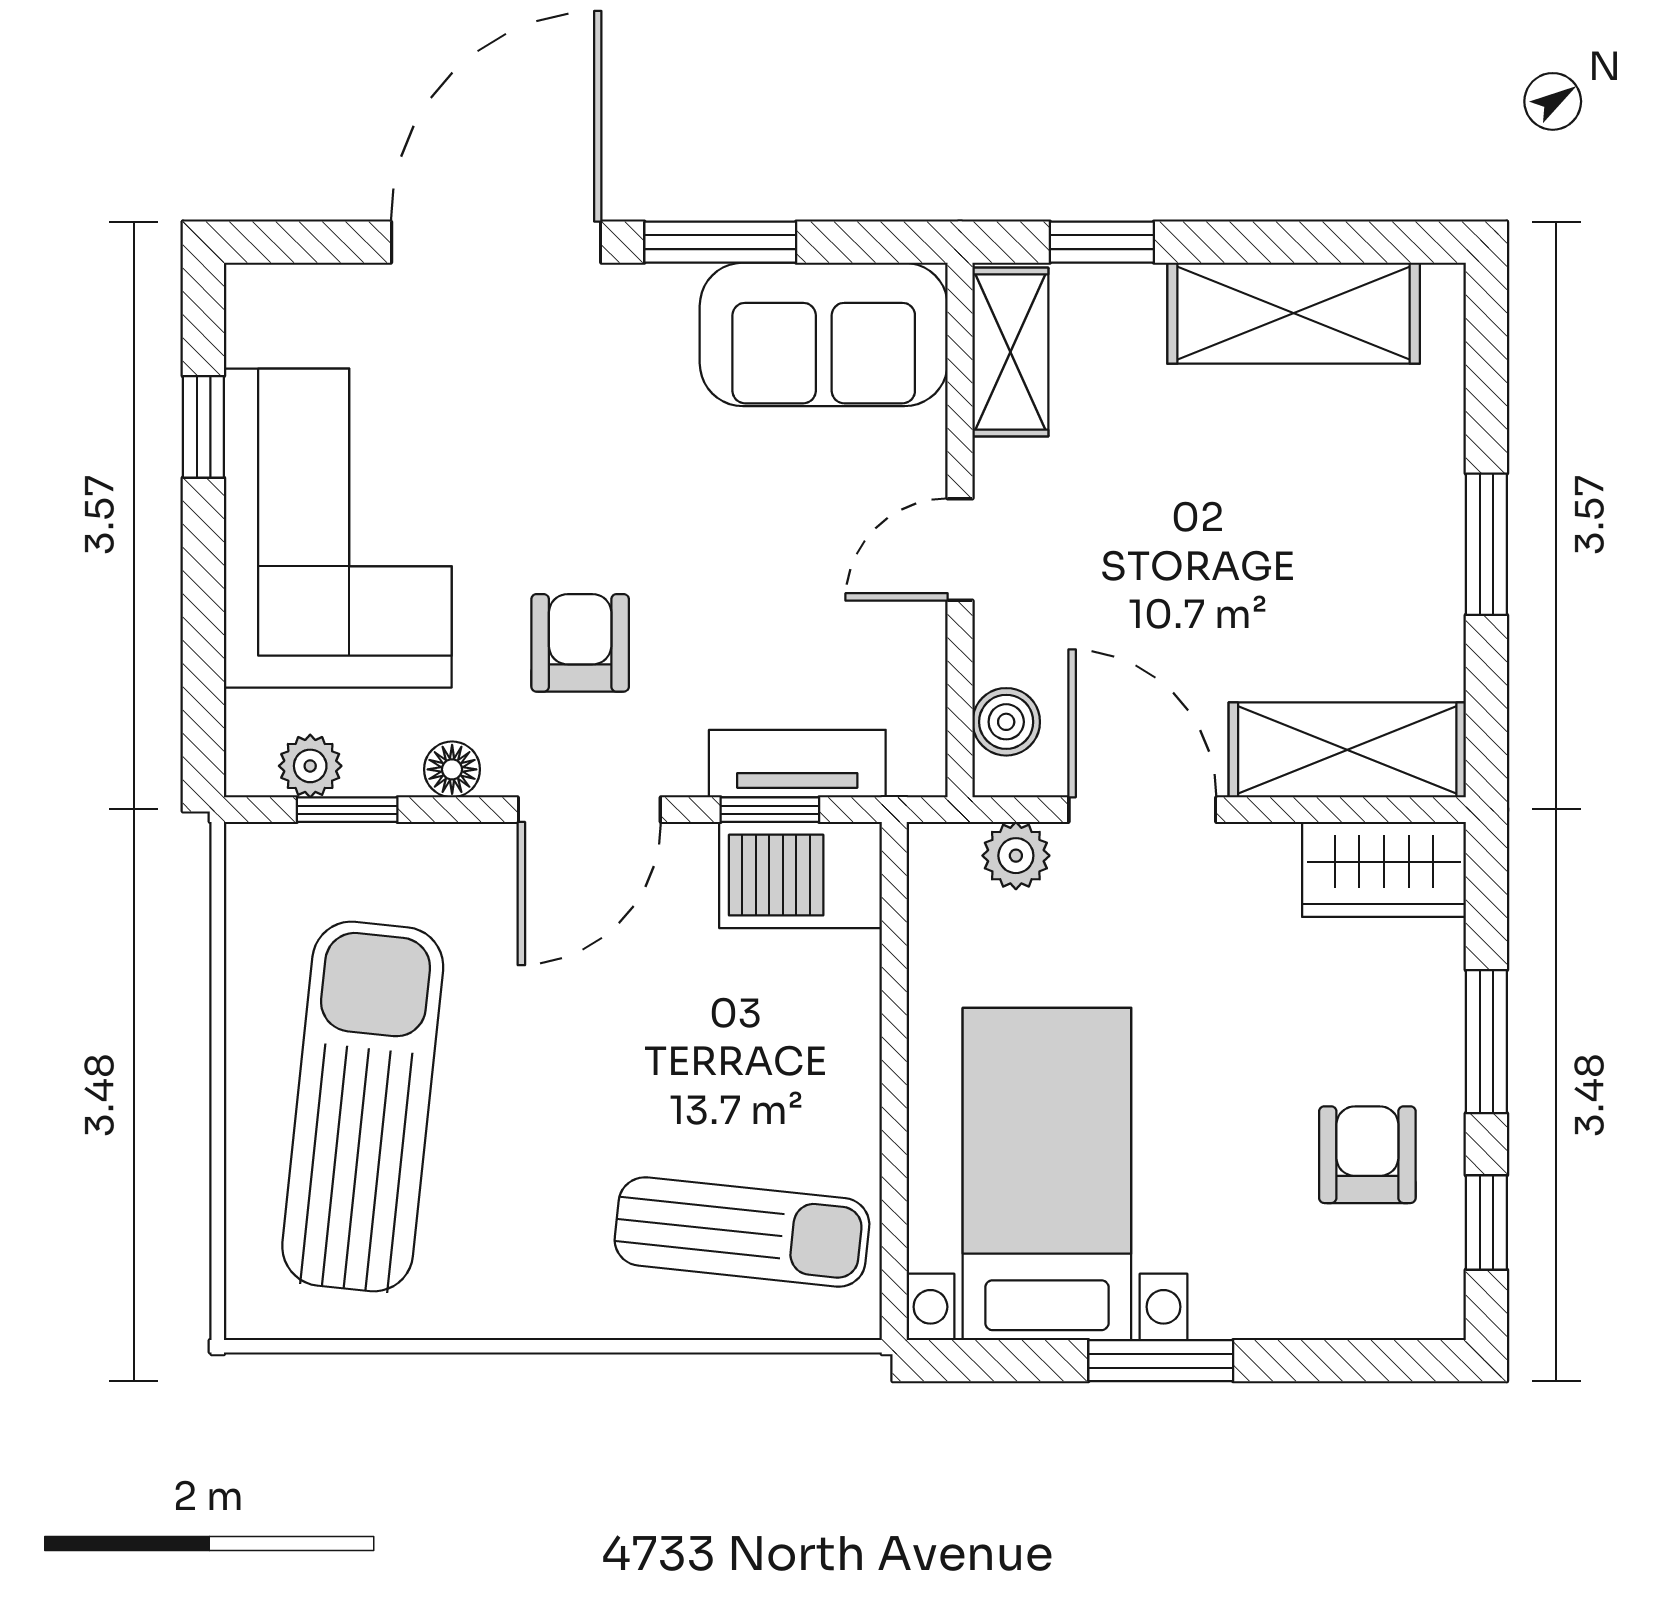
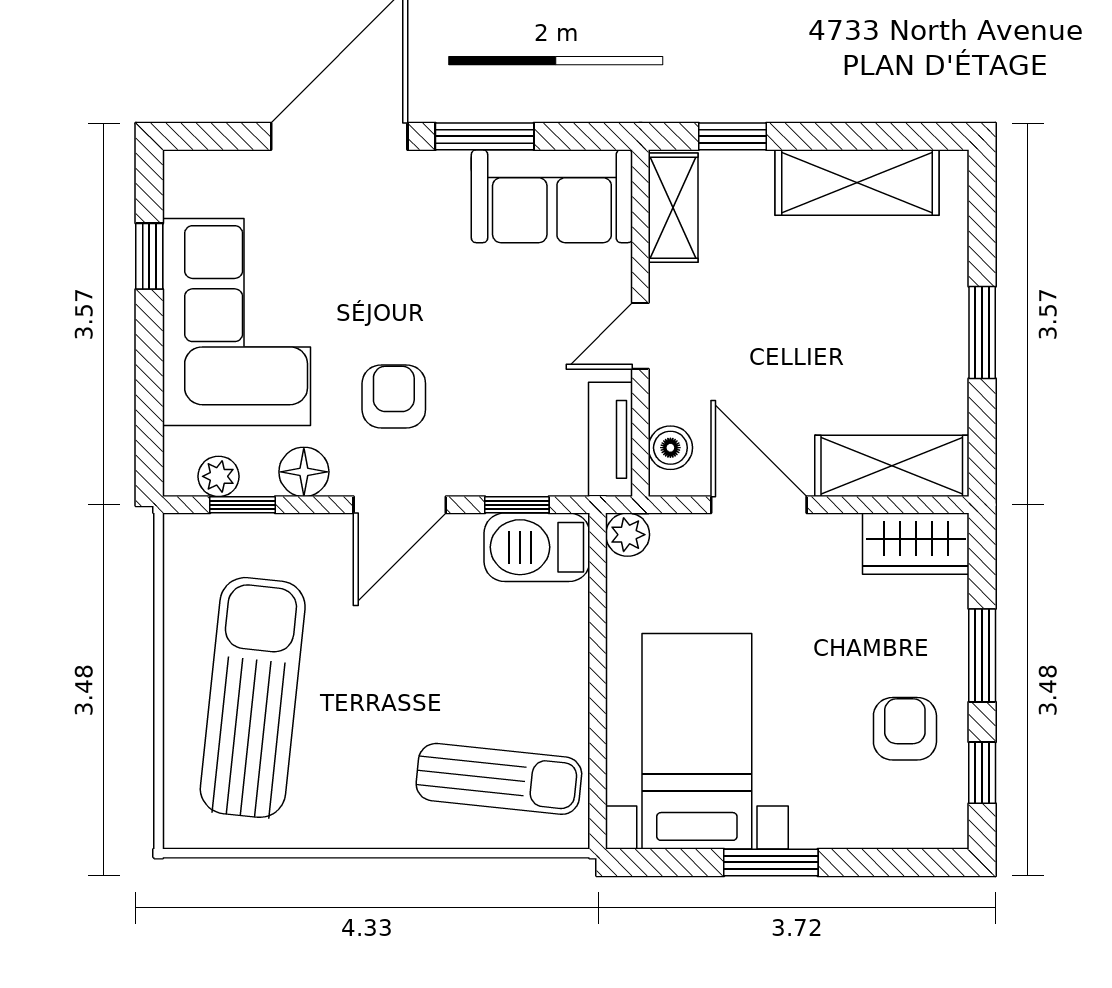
tv unit: (797, 764) -> (611, 439), moved, turned -90
floor lamp: (452, 769) -> (304, 472), width x1.37, depth x1.37
plant: (1016, 856) -> (628, 535), moved

